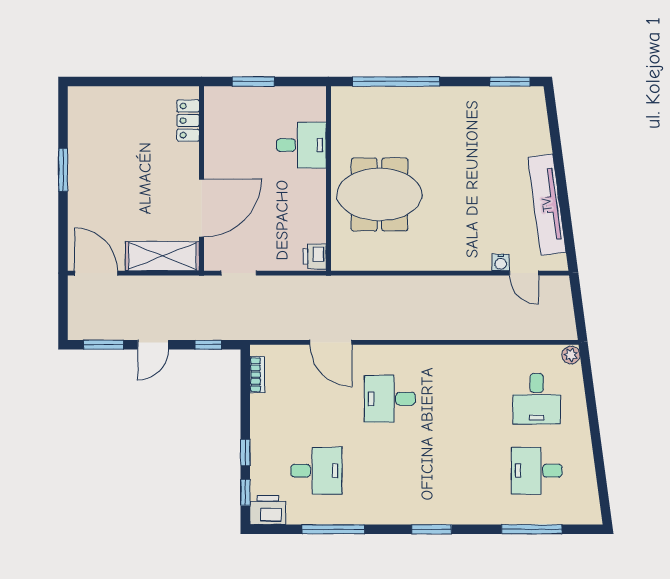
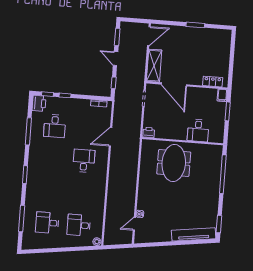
filing cabinet: (218, 97) -> (222, 95), added
tv unit: (547, 205) -> (194, 234), moved
desk: (537, 471) -> (47, 223), turned -90

